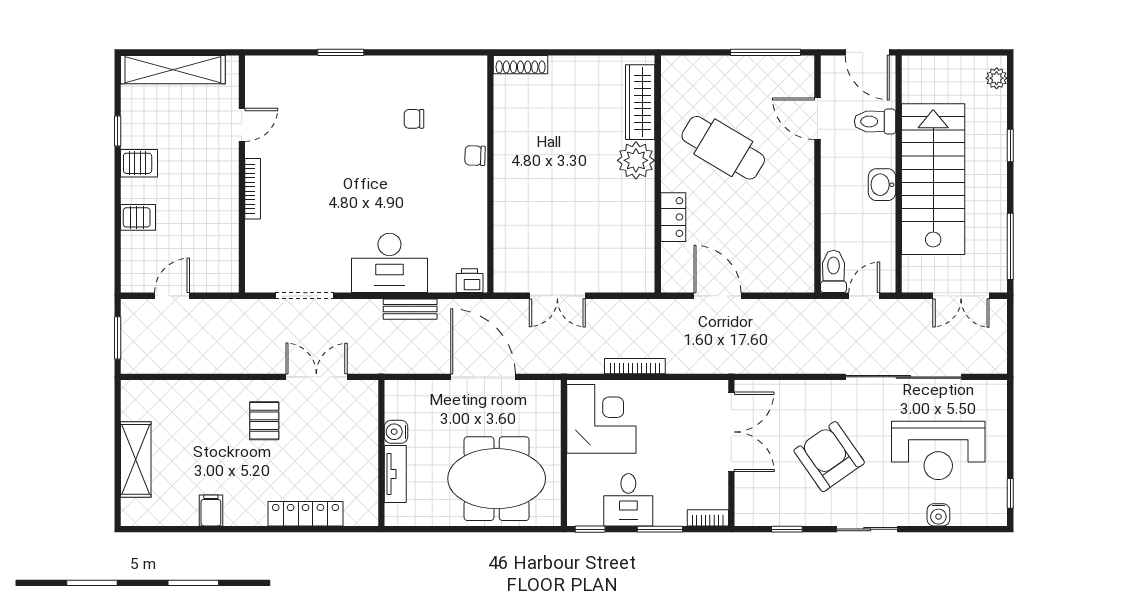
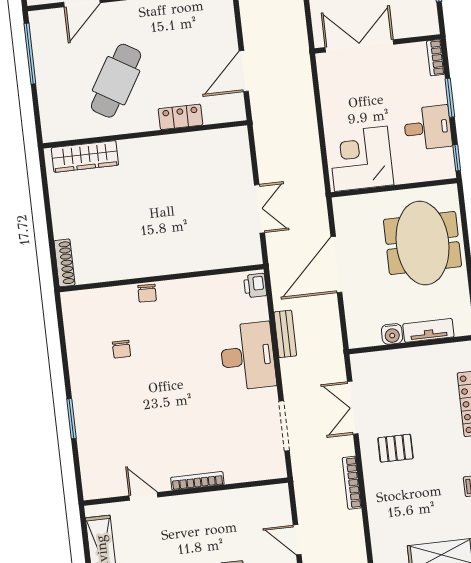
plant: (636, 160) -> (135, 154), removed
bookcase: (635, 366) -> (352, 483), moved

